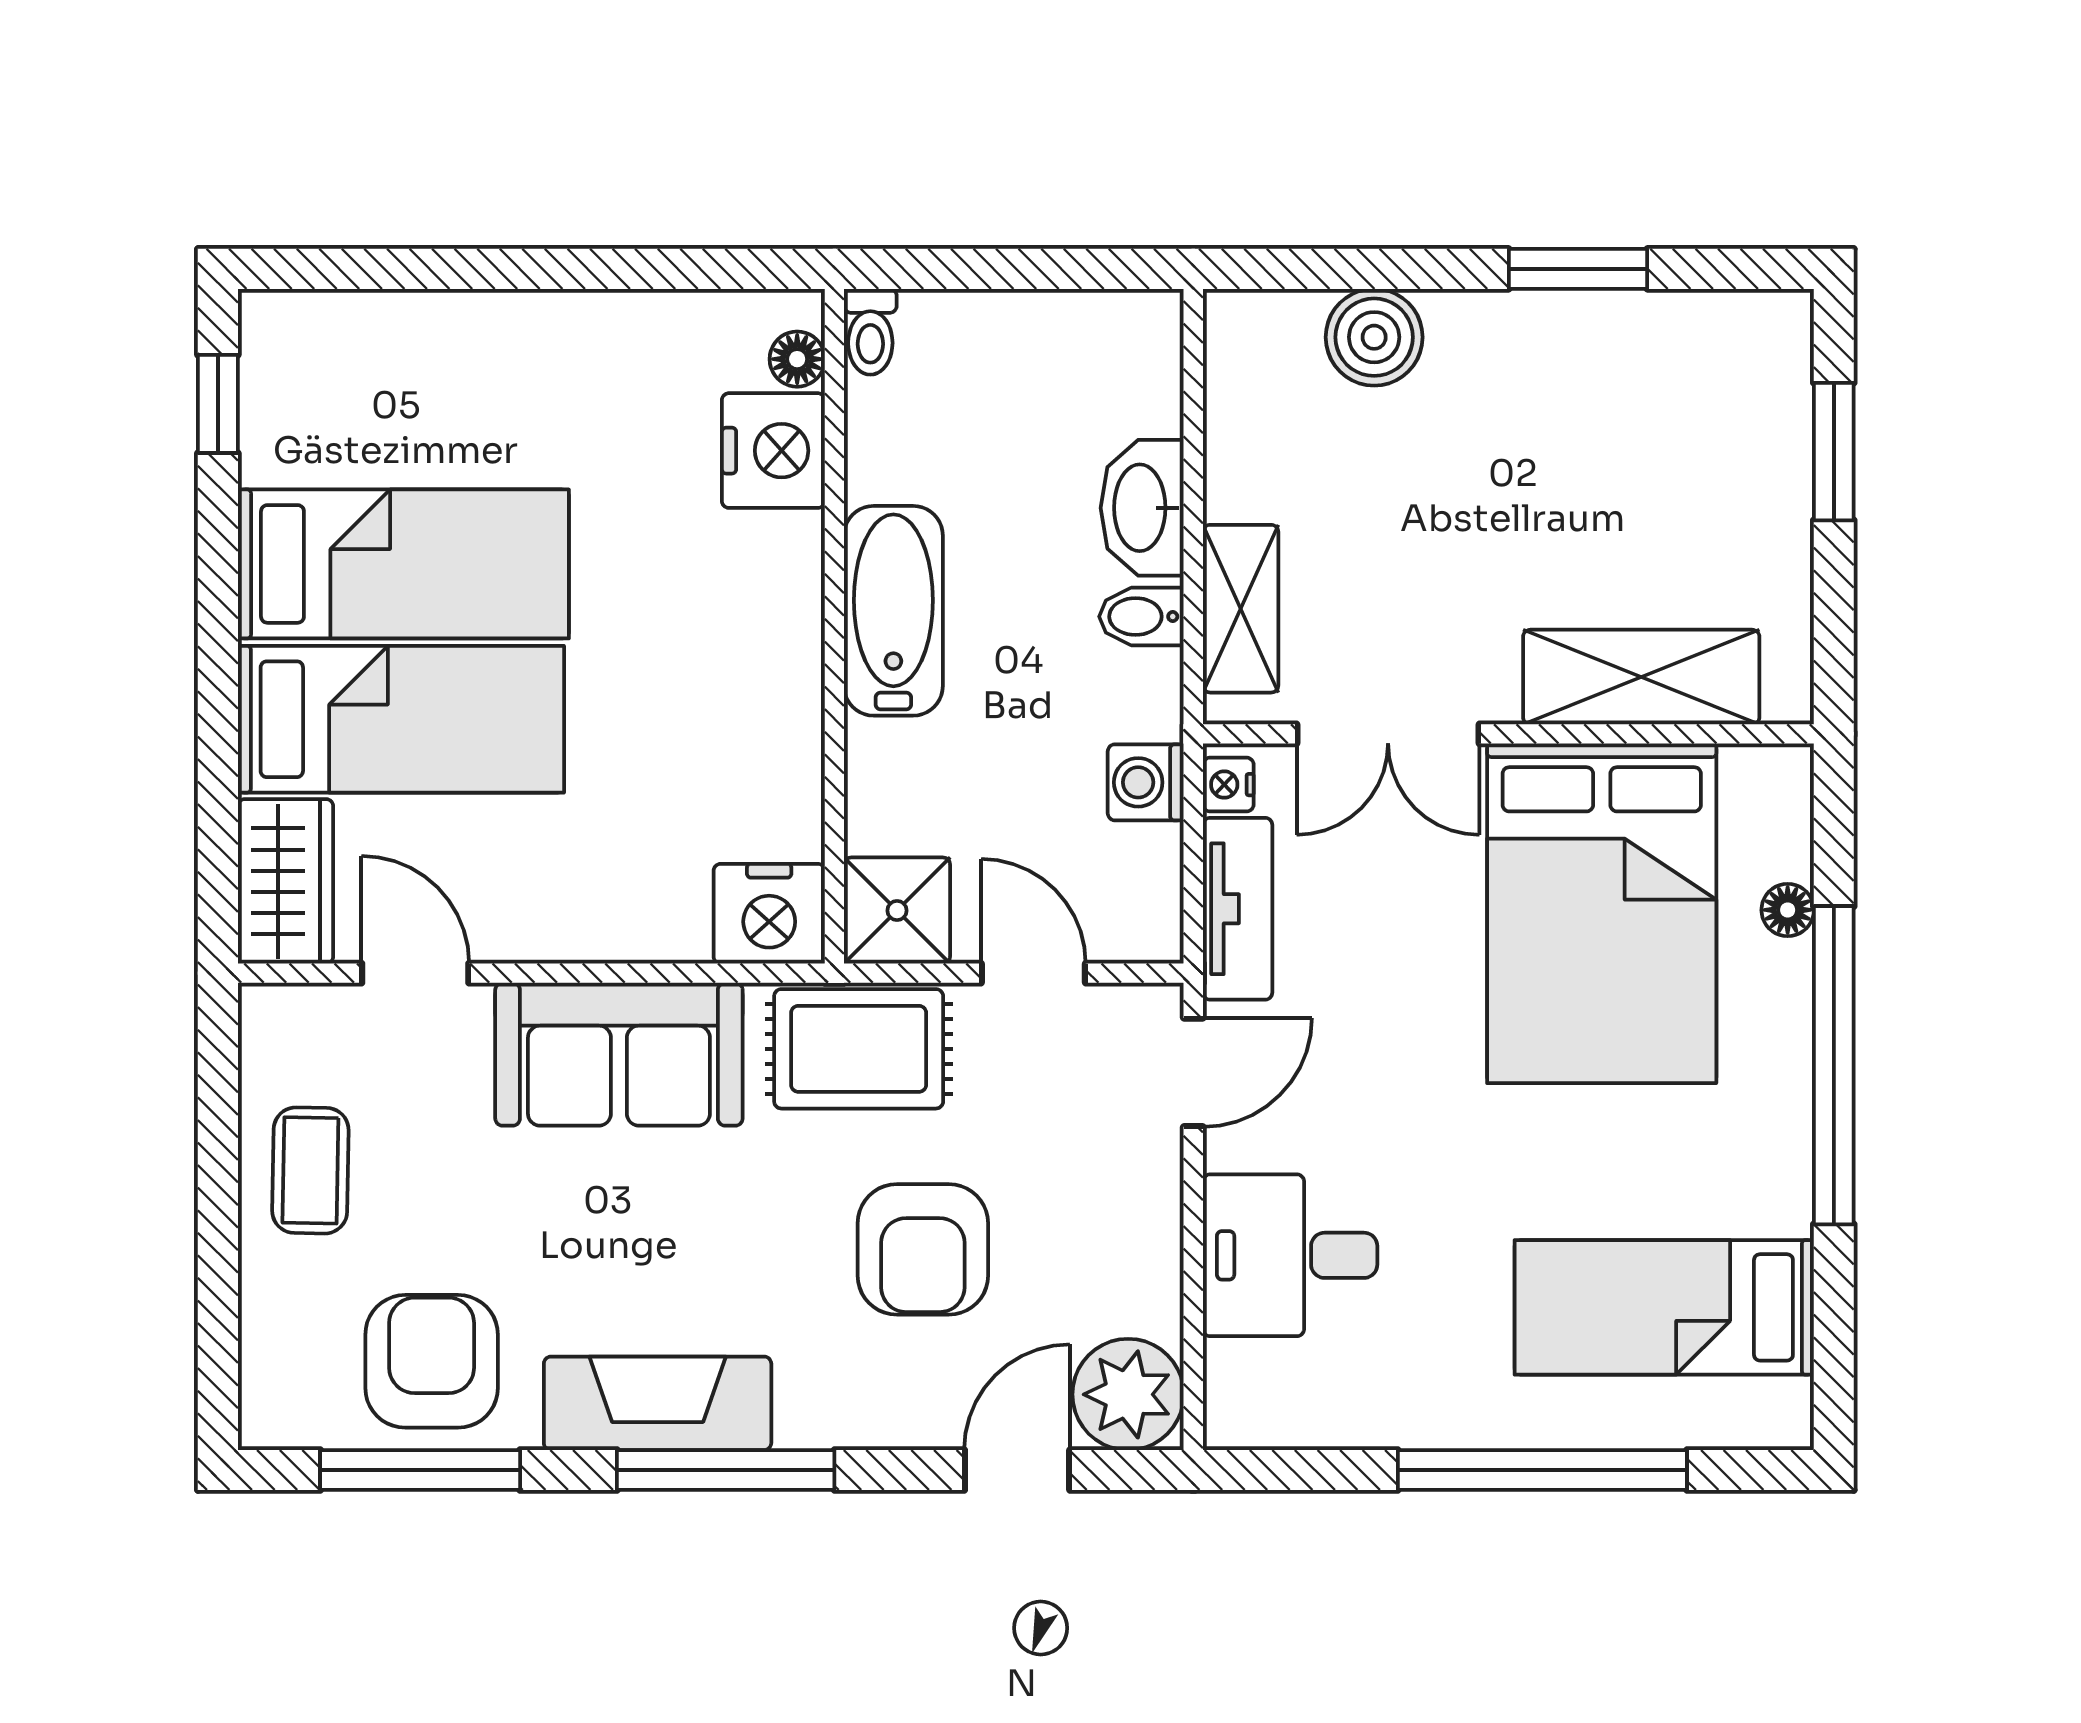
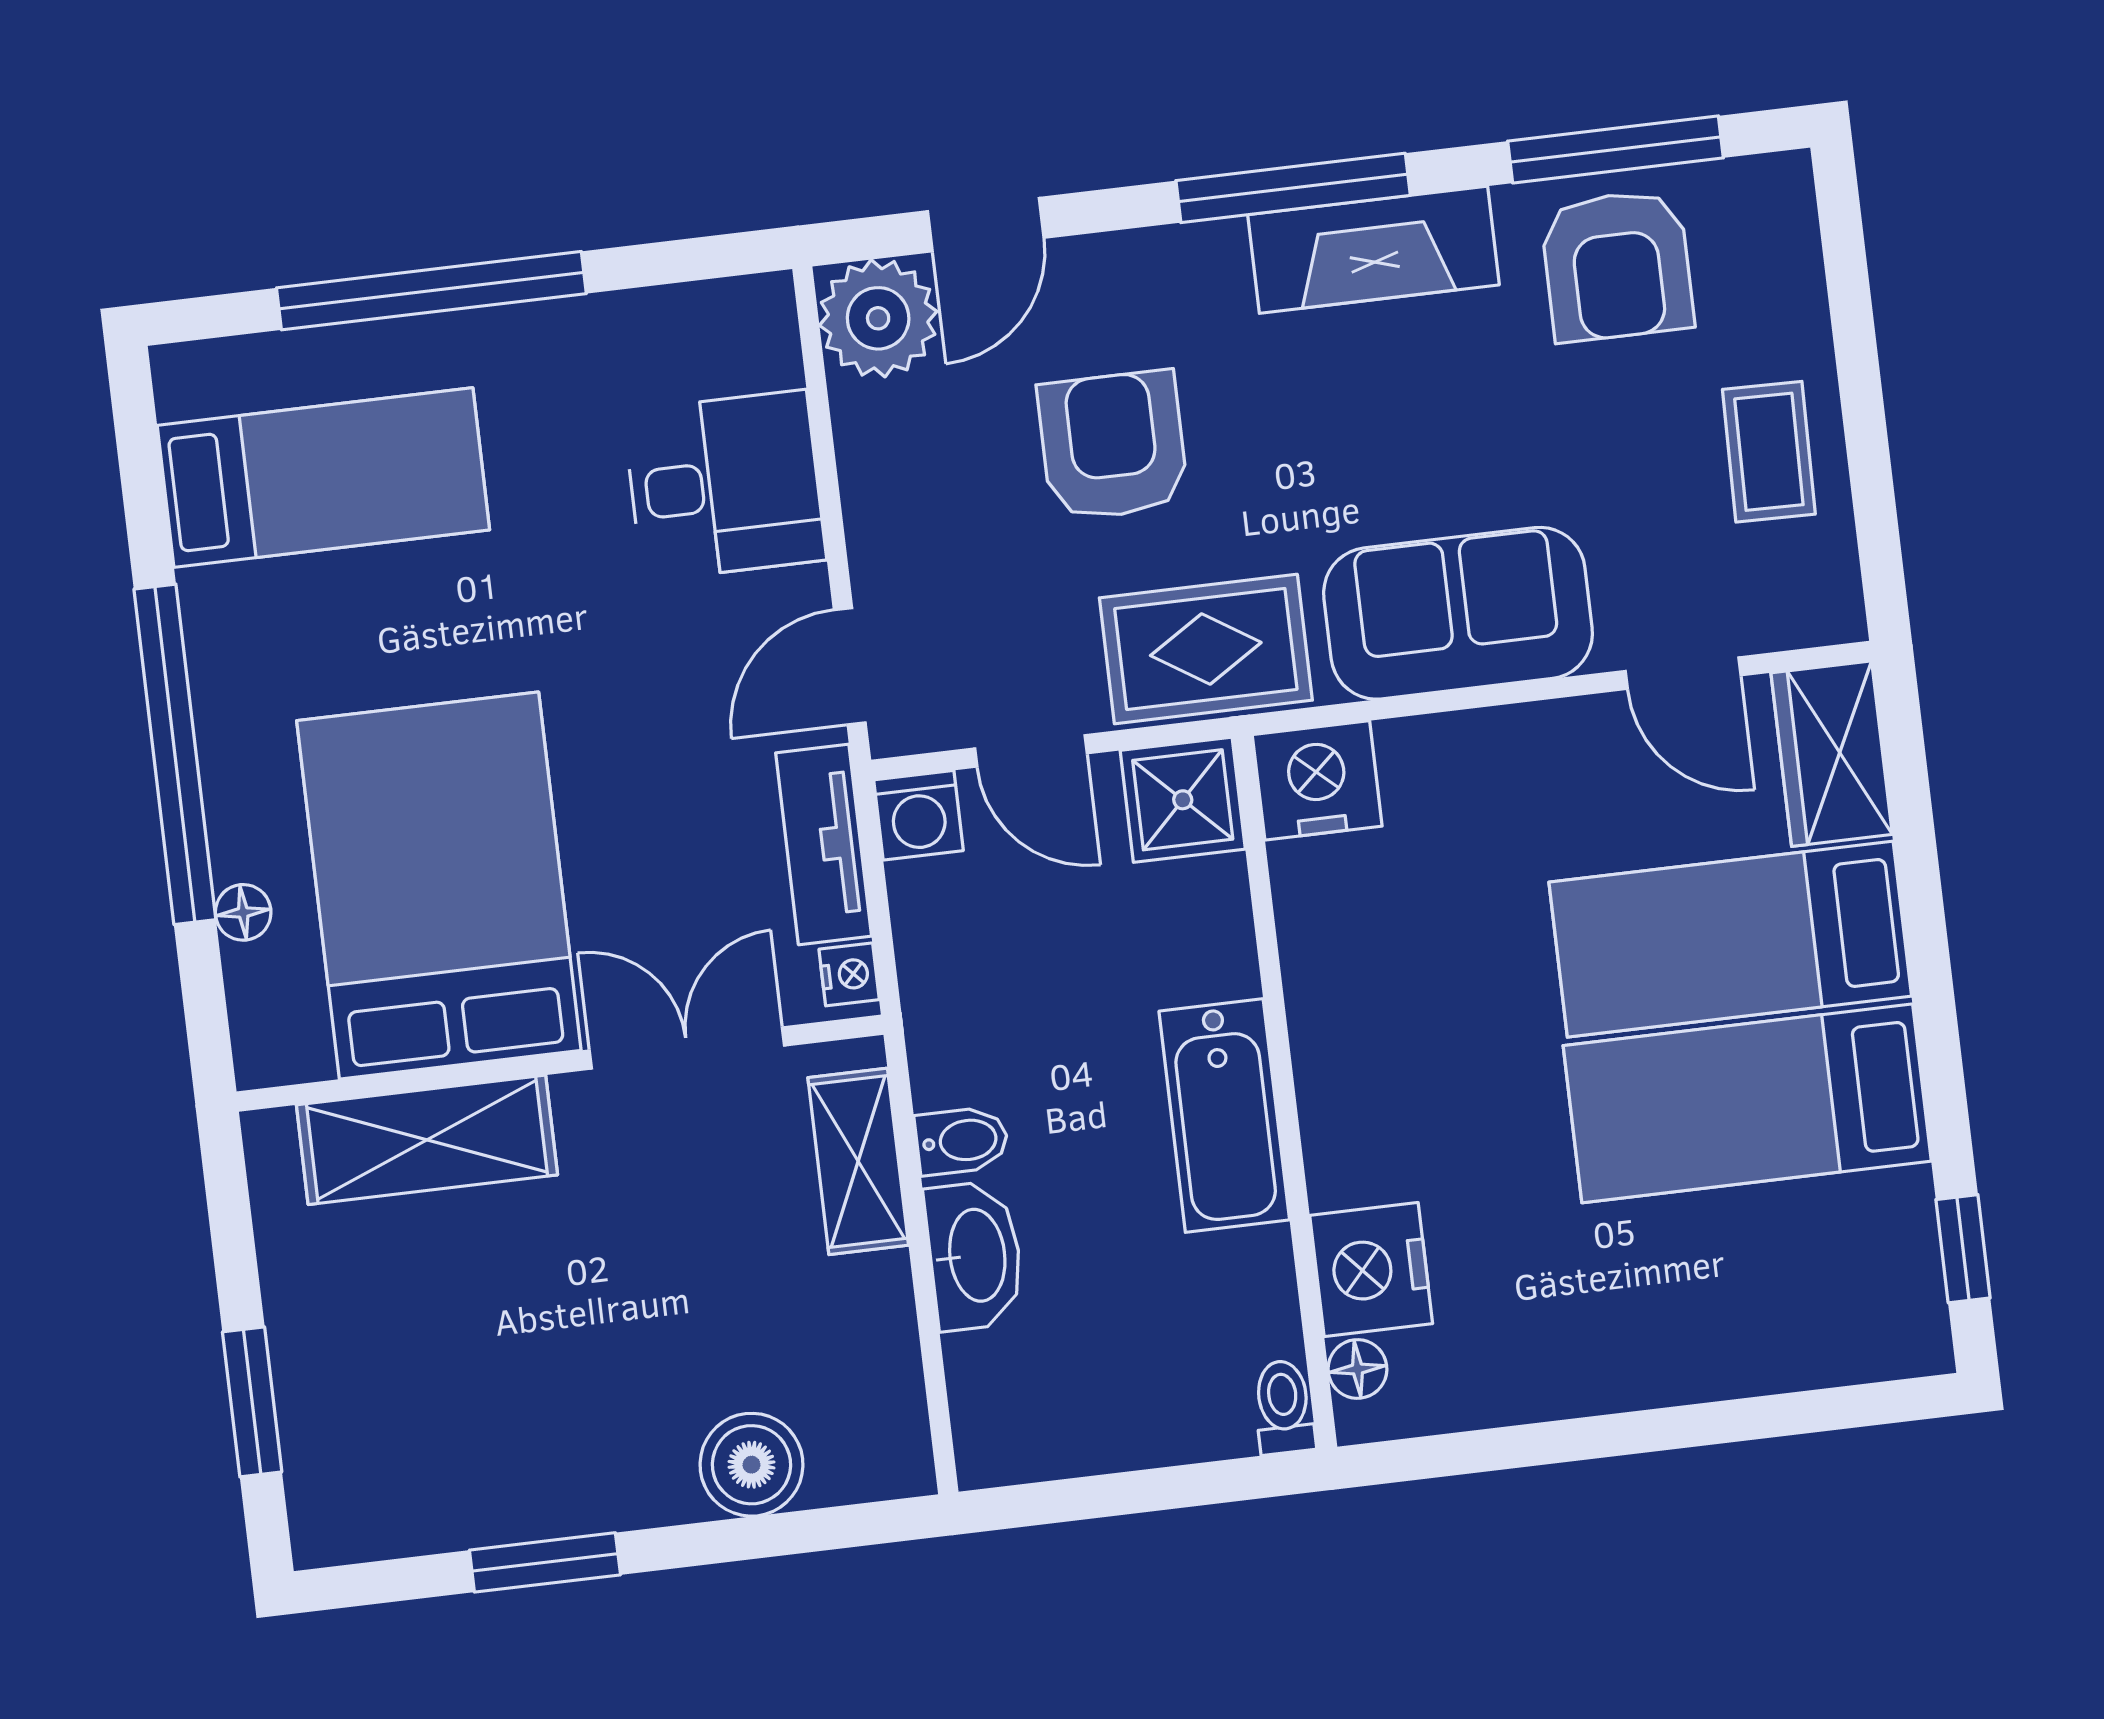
washing machine: (1146, 782) -> (918, 815), moved, turned 90

